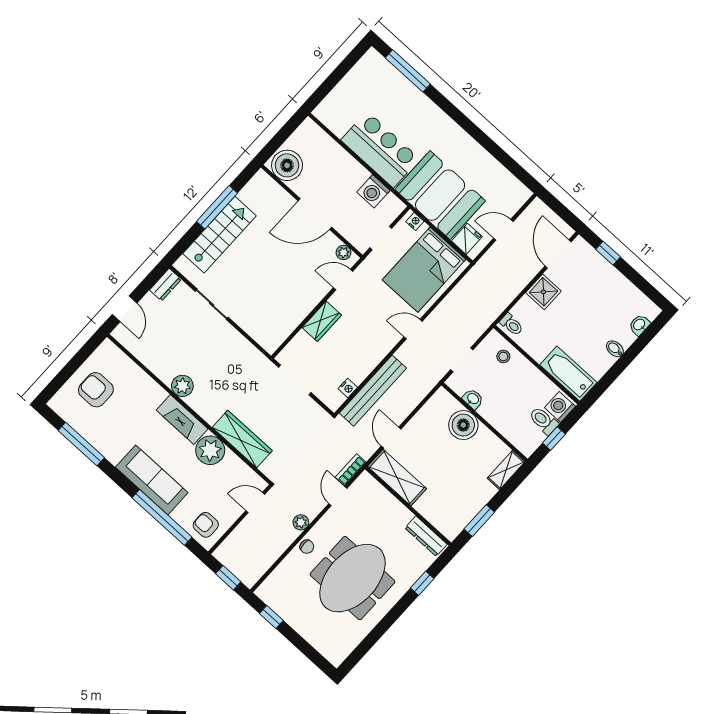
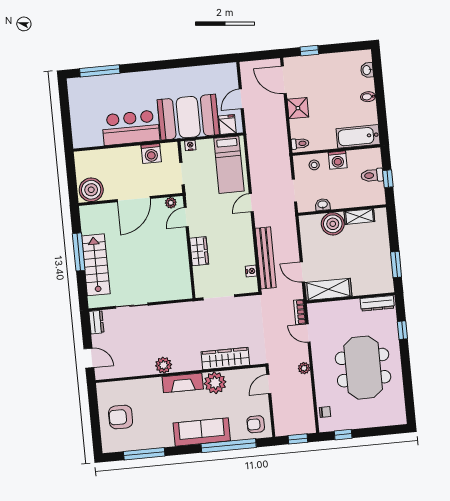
bed: (424, 270) -> (229, 165), width x0.67
washing machine: (560, 407) -> (338, 160), moved, turned -90
shelving: (506, 470) -> (359, 217), moved, turned 90
chair: (307, 547) -> (325, 412), moved

